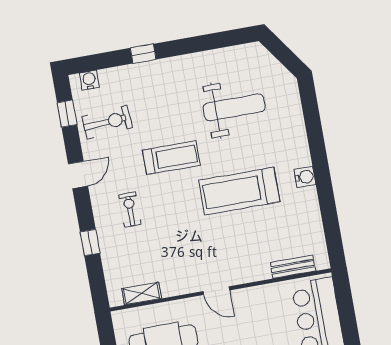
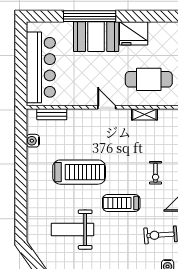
water cooler: (305, 177) -> (33, 141), moved
shelving: (142, 294) -> (144, 114), moved

